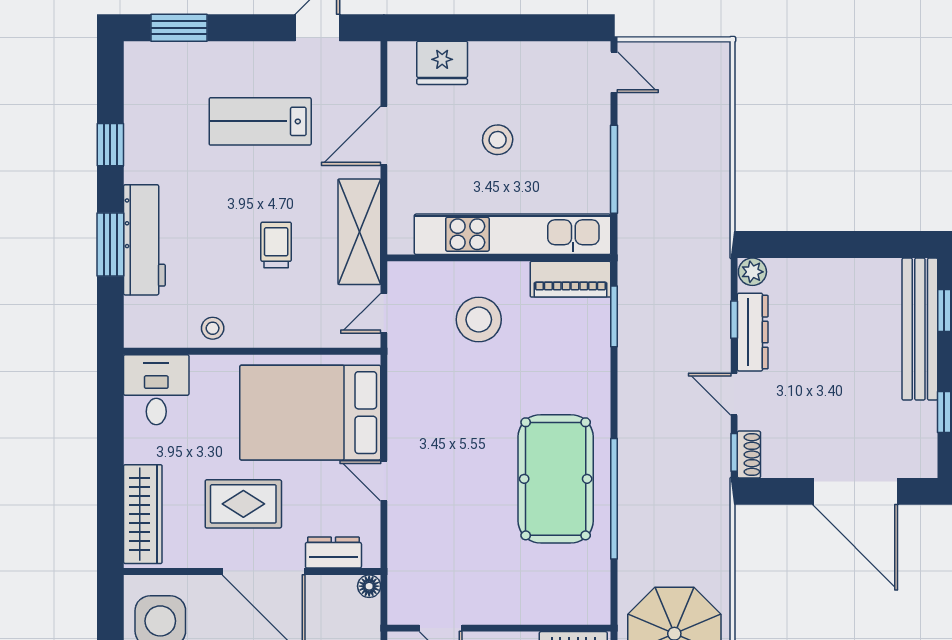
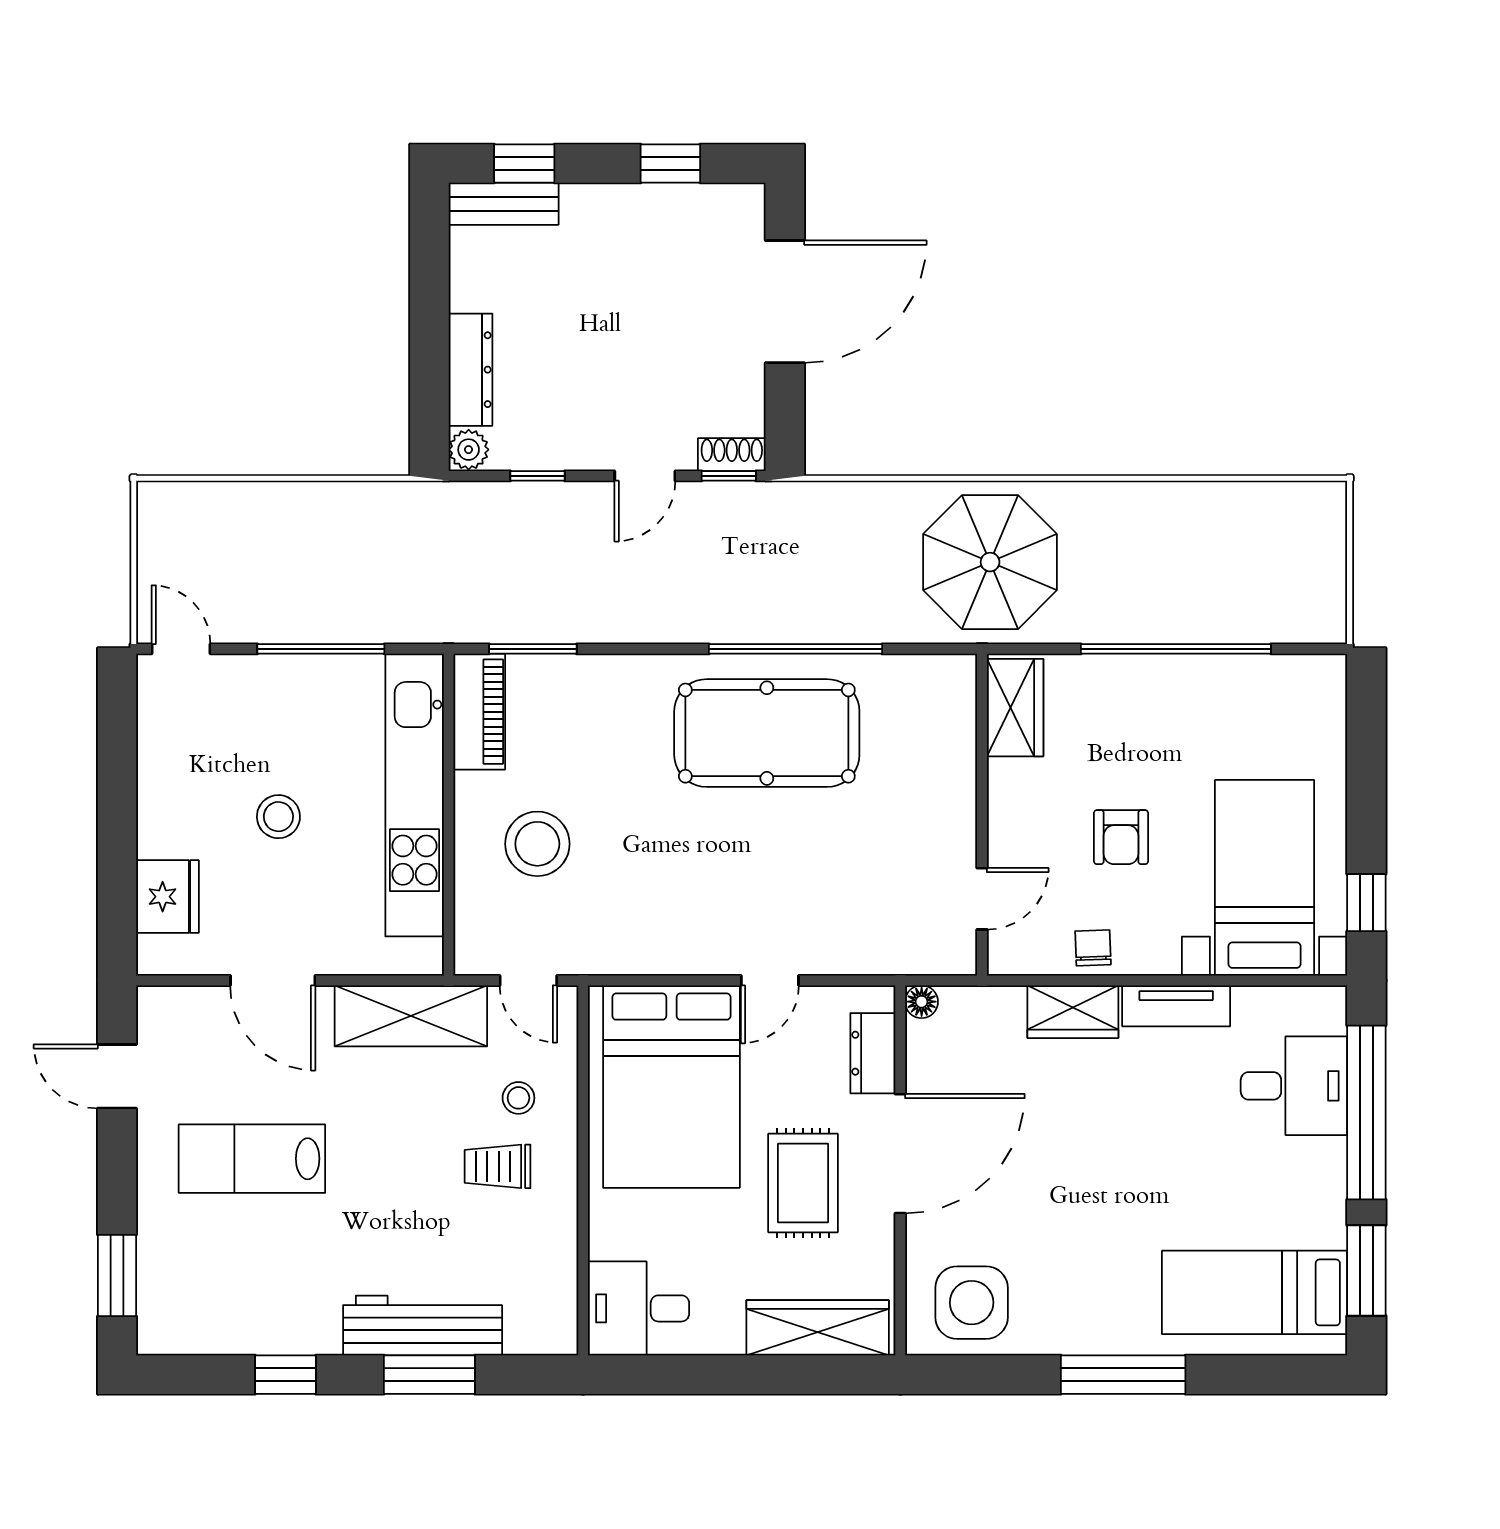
door: (614, 72) -> (181, 649), hinge flipped
lab bench: (260, 121) -> (252, 1159), turned 90
trolley: (276, 245) -> (498, 1166), moved
stool: (213, 328) -> (518, 1098), moved
bench: (920, 329) -> (504, 204), width x0.54, depth x0.82
dresser: (753, 332) -> (471, 370), moved, turned 90

